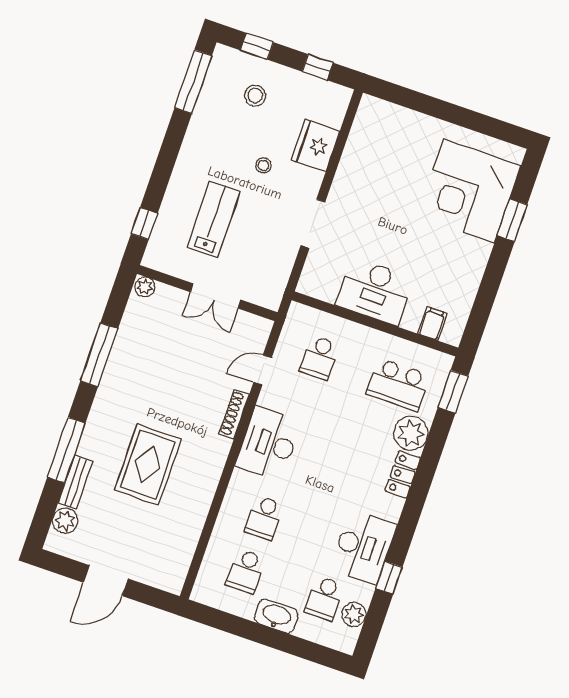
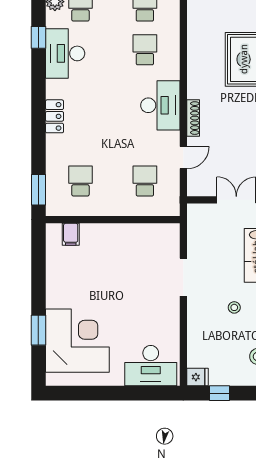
fridge: (316, 145) -> (198, 377), moved, width x0.53, depth x0.75
desk: (375, 291) -> (151, 366), moved, turned 180
school desk: (398, 385) -> (80, 181), width x0.54
plant: (411, 433) -> (59, 149), removed

